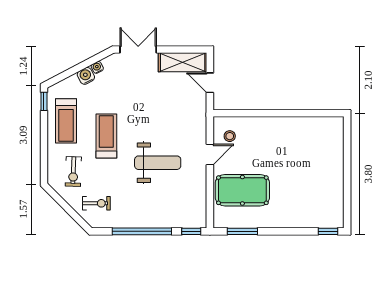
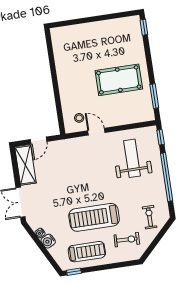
treadmill: (106, 136) -> (94, 217), width x1.37, depth x1.38
weight bench: (158, 163) -> (132, 158), moved
pool table: (242, 190) -> (119, 80), moved, turned 90

